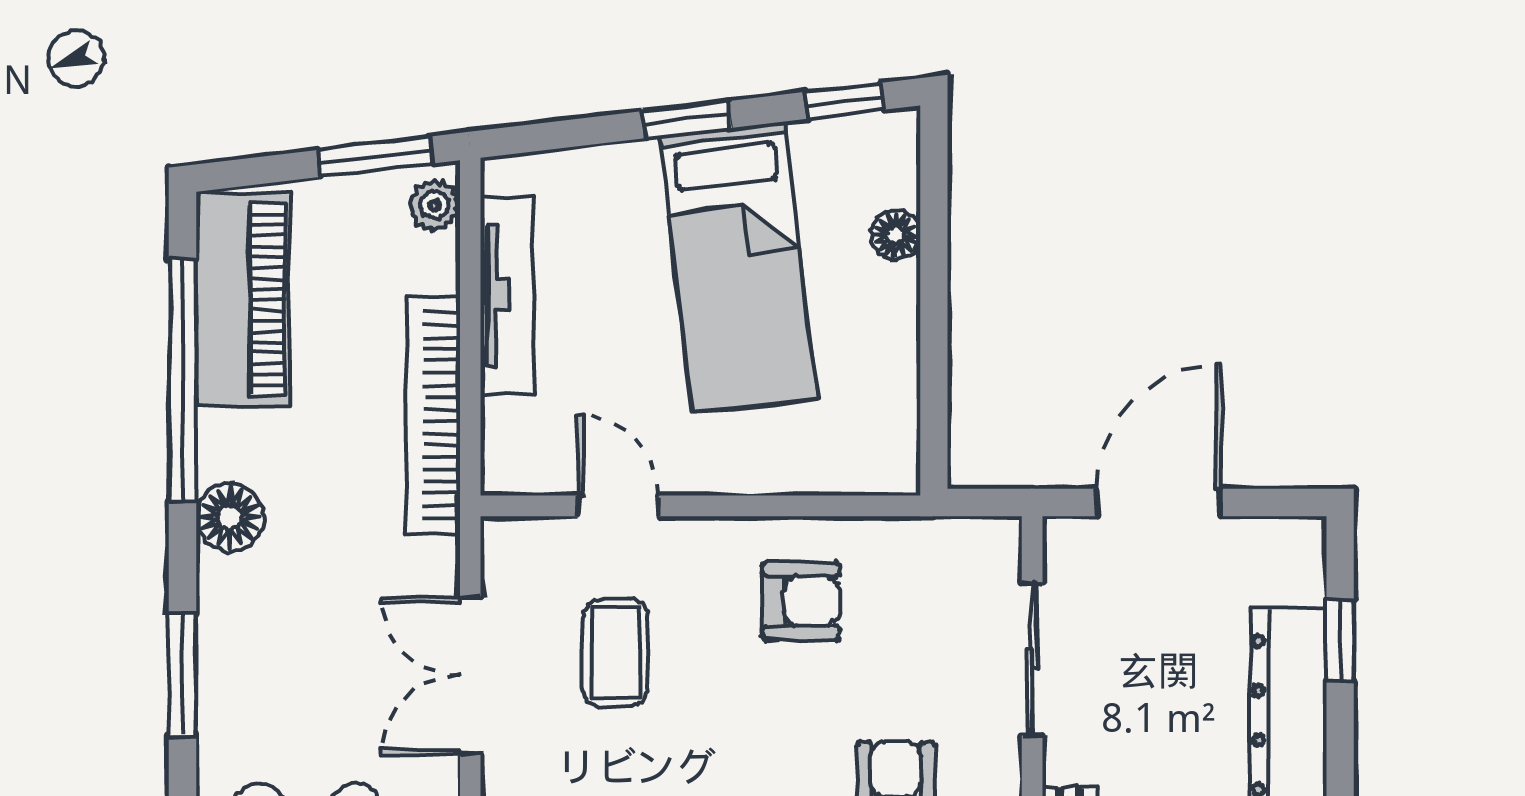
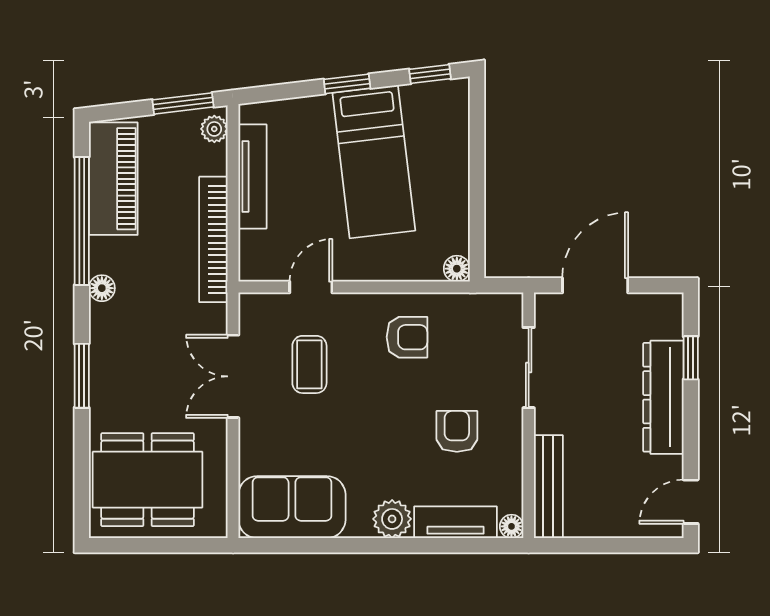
floor lamp: (896, 235) -> (457, 269), moved
door: (618, 506) -> (311, 287), hinge flipped
floor lamp: (230, 517) -> (102, 288), width x0.73, depth x0.73

